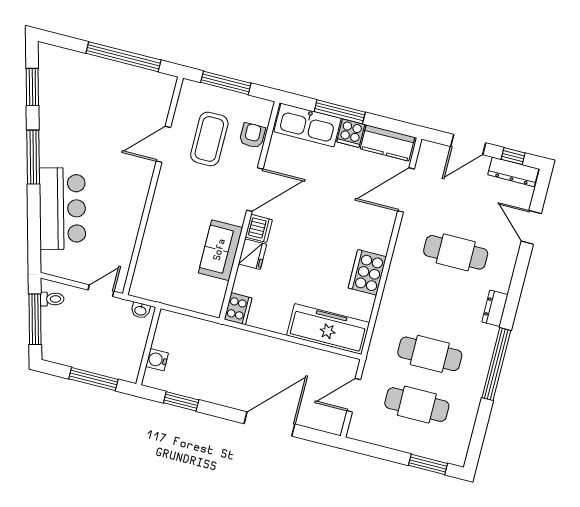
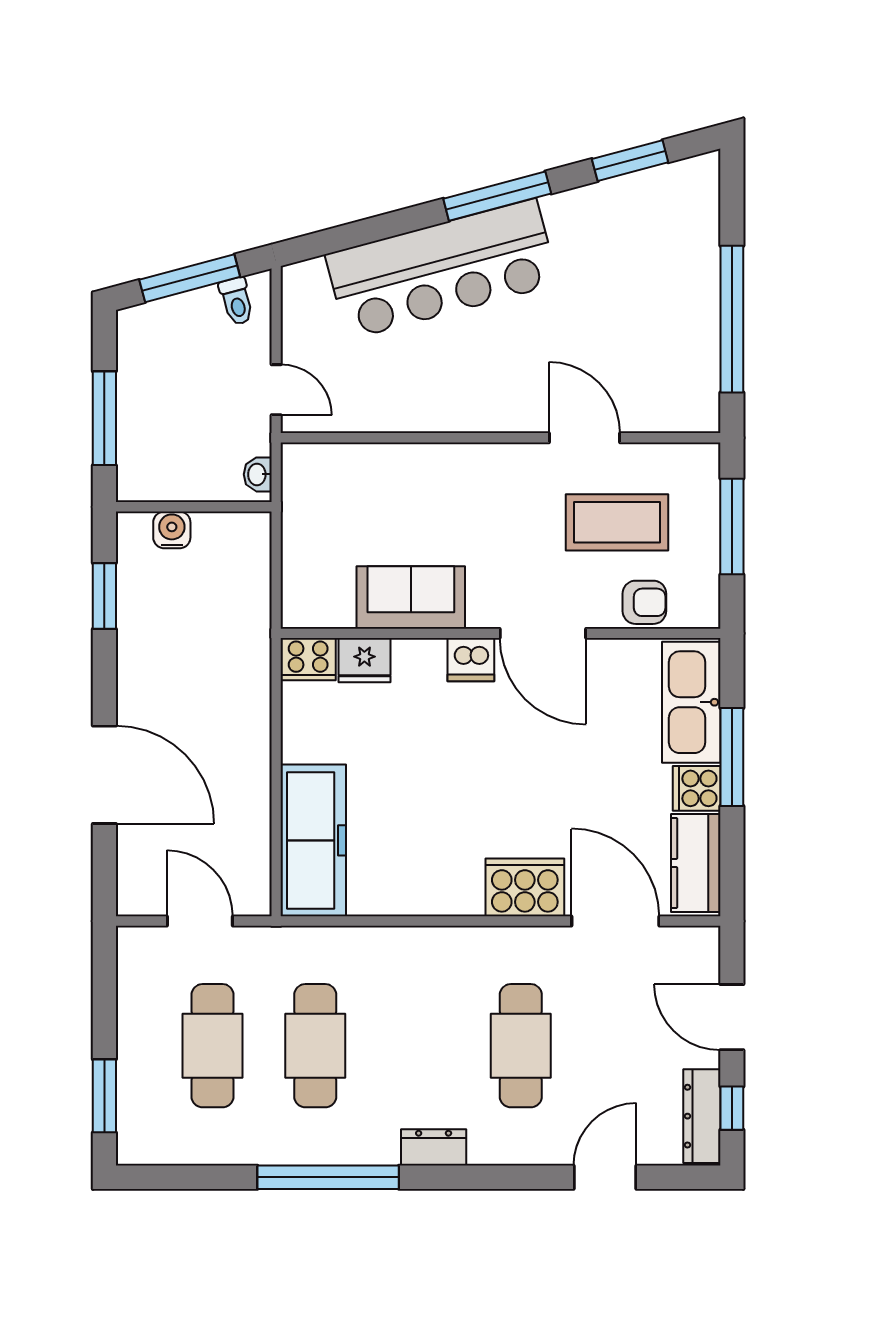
bar counter: (62, 209) -> (442, 269), width x1.36
fridge: (252, 254) -> (364, 660), moved
cooker: (367, 272) -> (525, 887), moved

